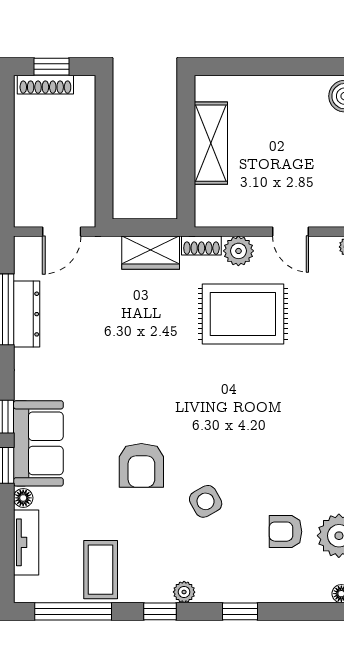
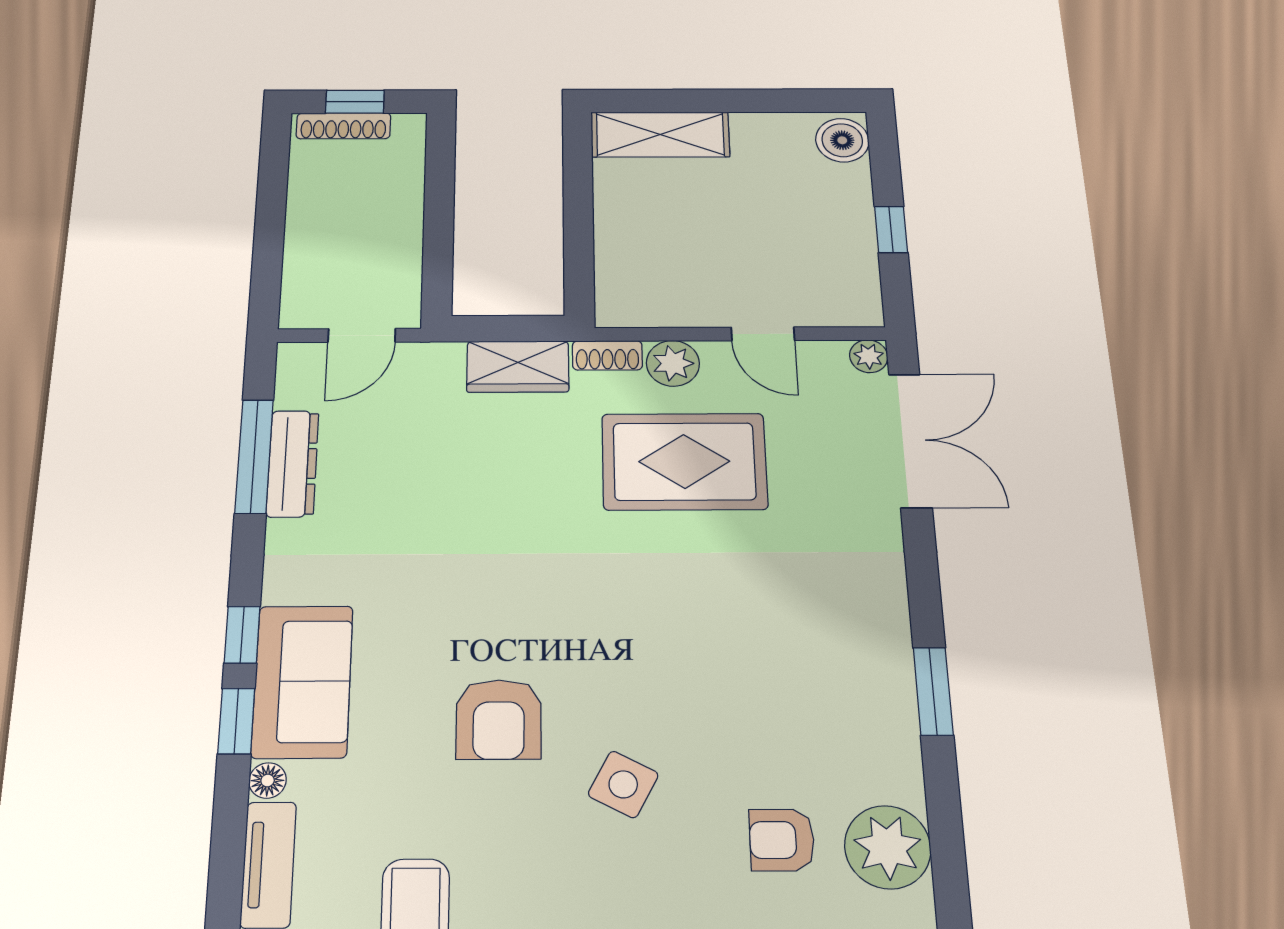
shelving: (211, 143) -> (660, 135), moved, turned 90
side table: (206, 501) -> (623, 784), turned -33

